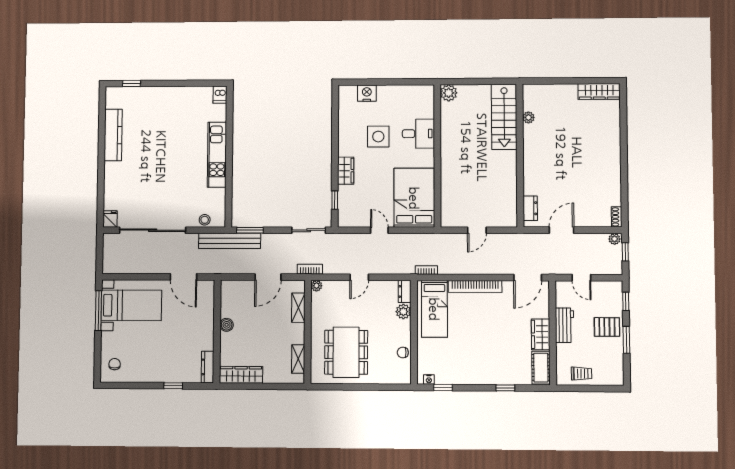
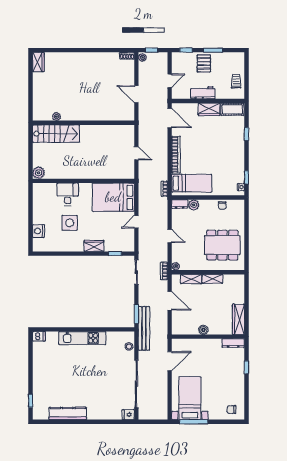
wardrobe: (599, 91) -> (38, 62), width x0.67
dresser: (530, 208) -> (121, 116), removed
shelving: (298, 359) -> (212, 279), moved

